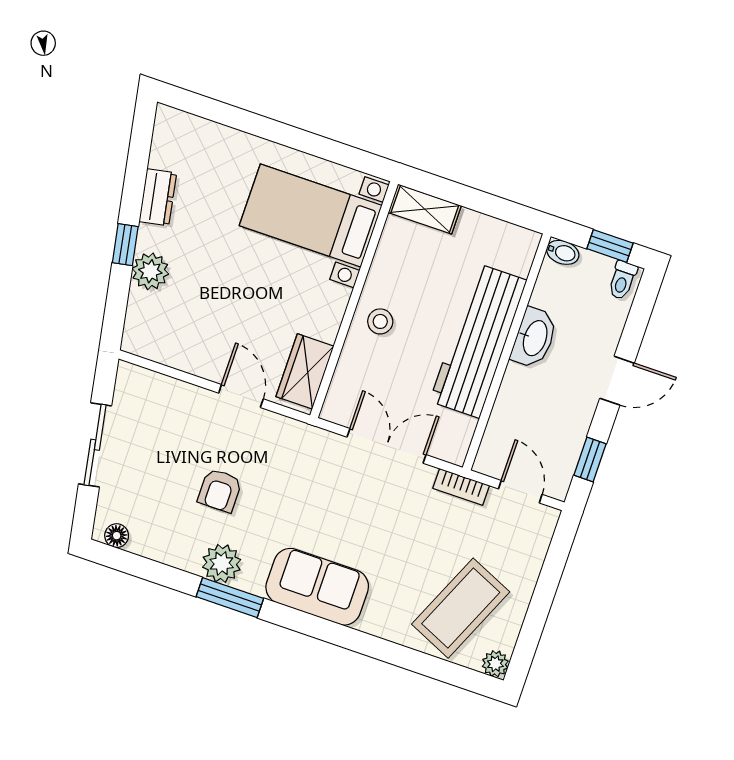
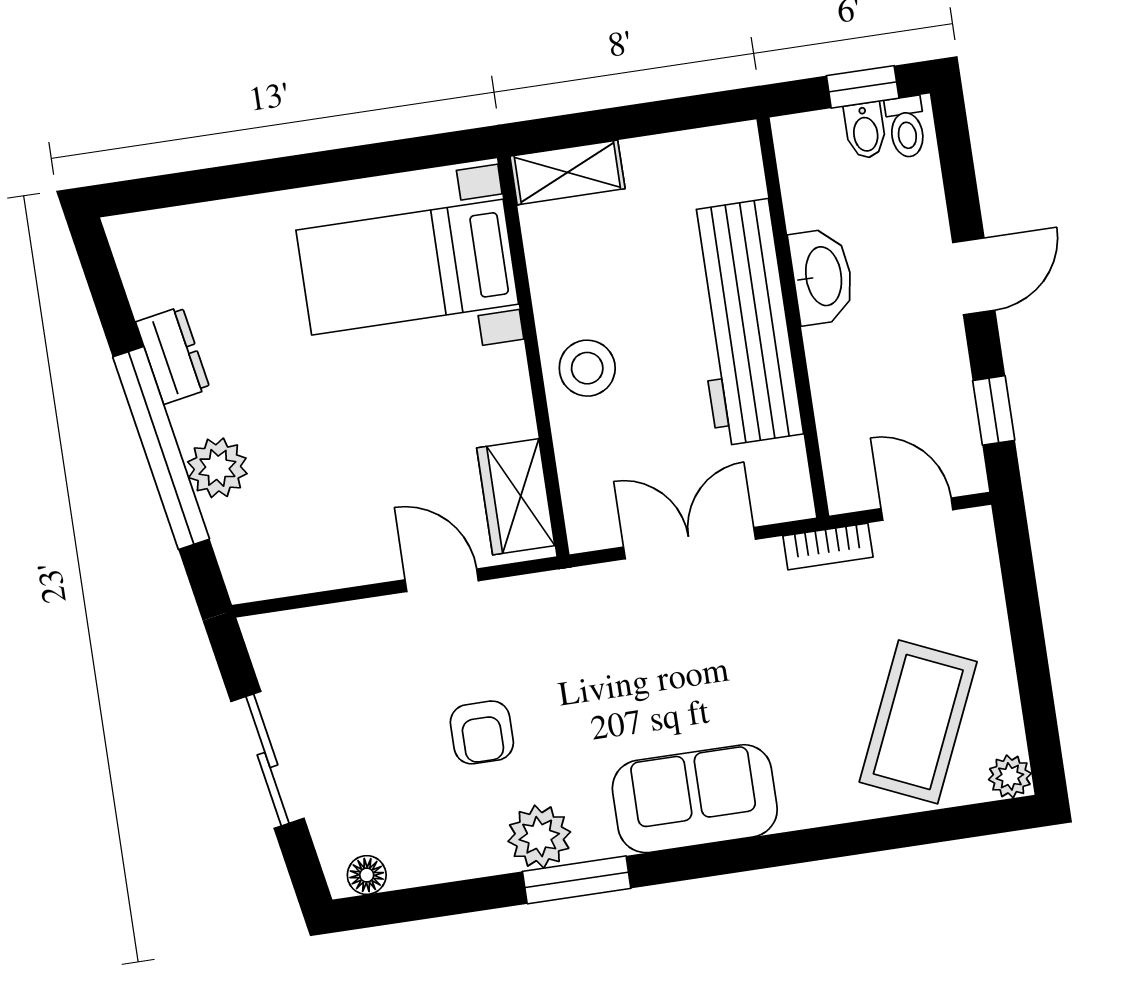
window: (125, 245) -> (161, 448), width x3.17
bidet: (563, 252) -> (865, 131), moved, turned 90
stool: (380, 321) -> (587, 368), width x1.37, depth x1.37

